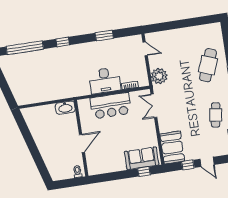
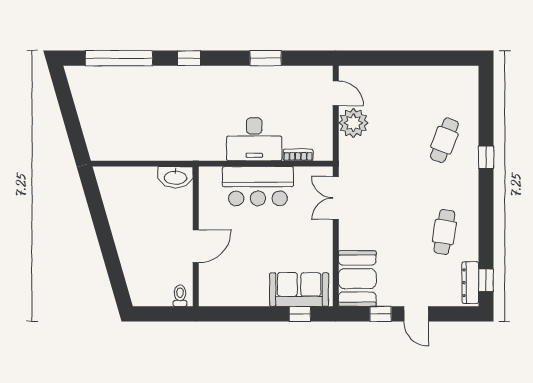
cafe table: (208, 65) -> (444, 140), width x0.73, depth x0.74
plant: (159, 76) -> (353, 123), moved

